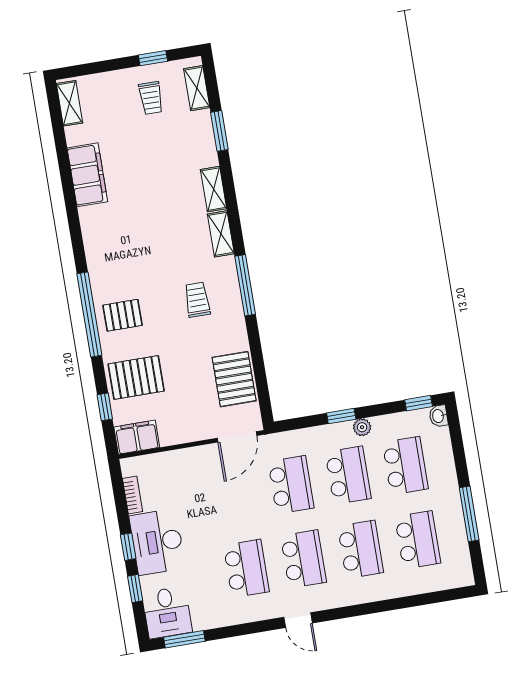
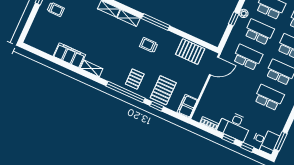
shelving: (70, 103) -> (92, 69), moved
window: (105, 407) -> (157, 106), moved
door: (237, 437) -> (214, 66), hinge flipped

